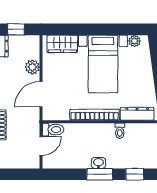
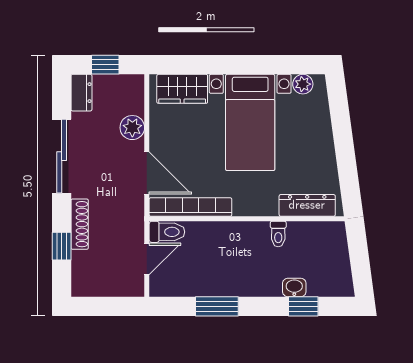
door: (41, 94) -> (147, 173), swing flipped
bookcase: (95, 115) -> (190, 207), moved
washbasin: (99, 163) -> (294, 287), moved
window: (100, 174) -> (217, 306), moved

